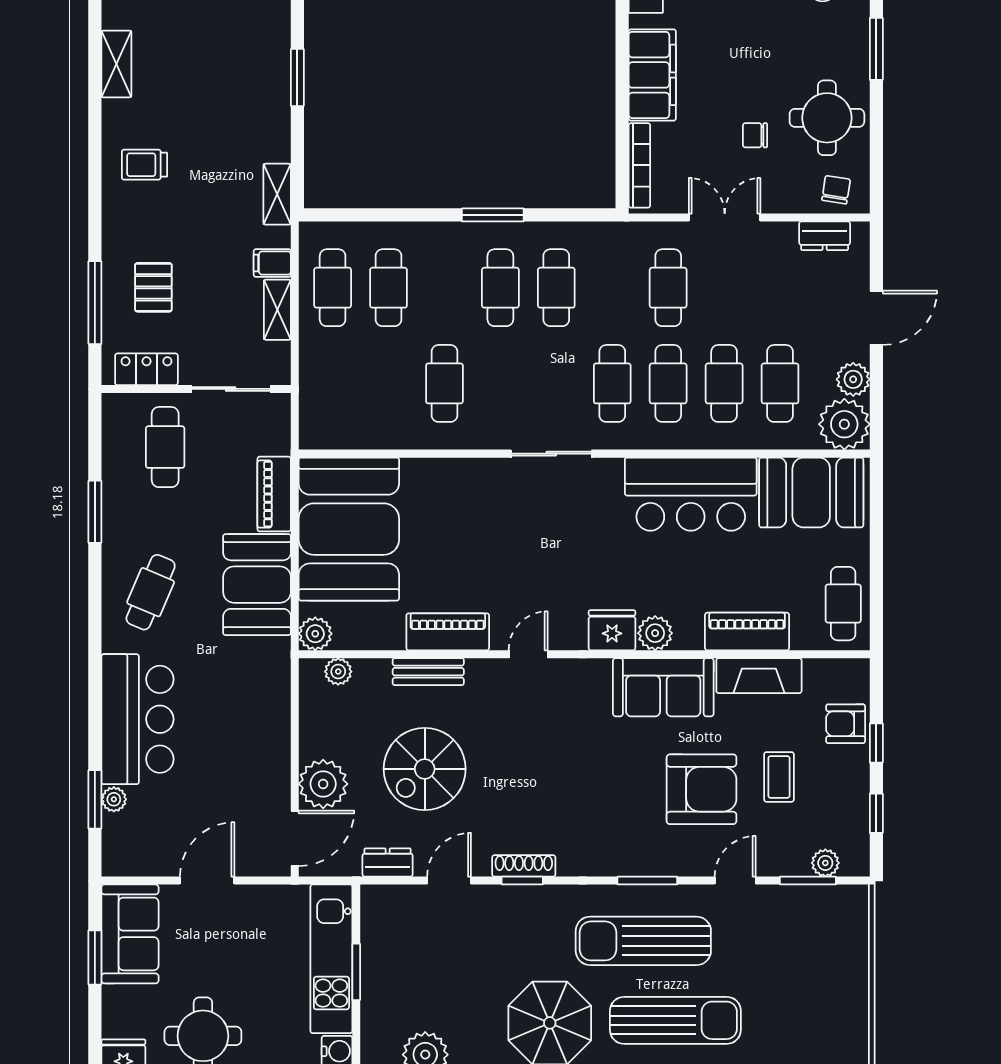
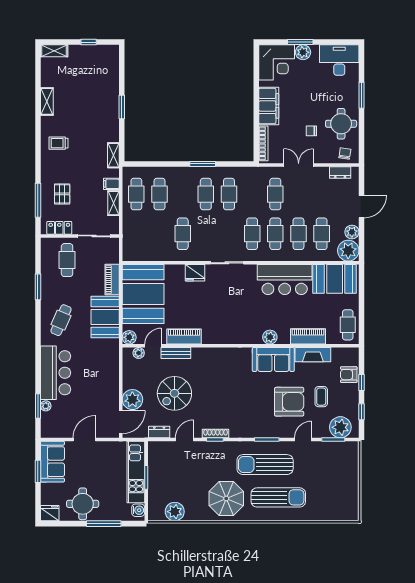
fridge: (612, 630) -> (195, 273), moved, turned 180
door: (528, 654) -> (153, 346), moved
plant: (825, 863) -> (340, 427), width x1.87, depth x1.87

